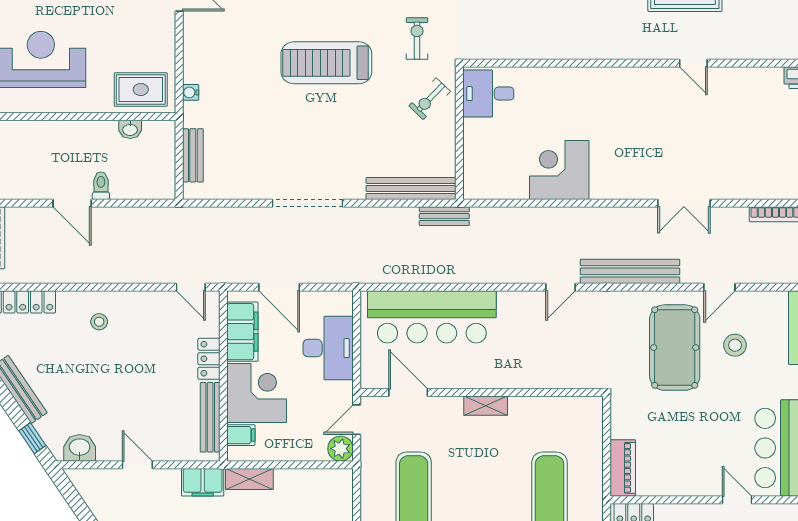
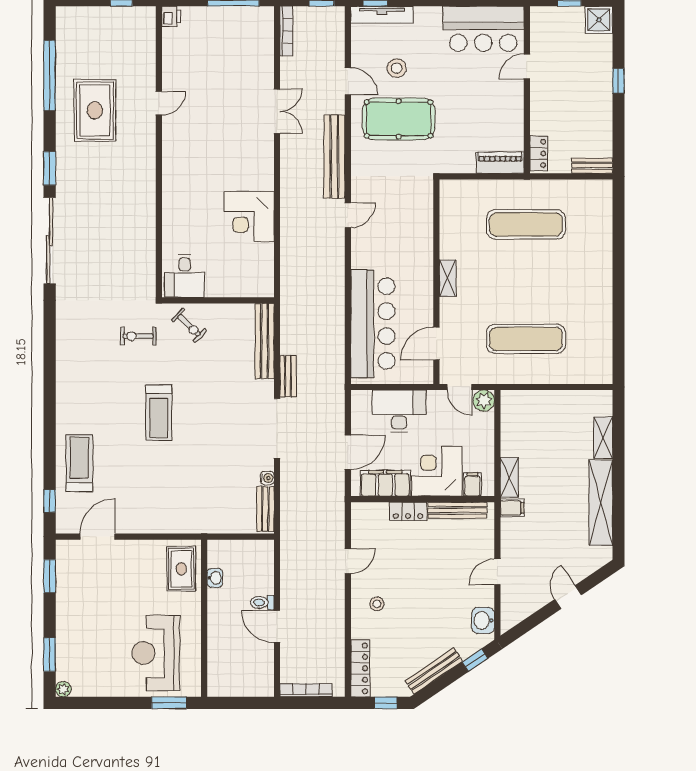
treadmill: (326, 63) -> (159, 412), width x0.73, depth x0.73
water cooler: (191, 92) -> (267, 478), moved, turned -90
bench: (193, 155) -> (265, 509), moved, turned 90
door: (72, 203) -> (277, 627), swing flipped
bench: (444, 216) -> (288, 376), moved
door: (191, 287) -> (348, 561), moved
door: (560, 287) -> (348, 215), hinge flipped
filing cabinet: (203, 482) -> (512, 508), width x0.50

